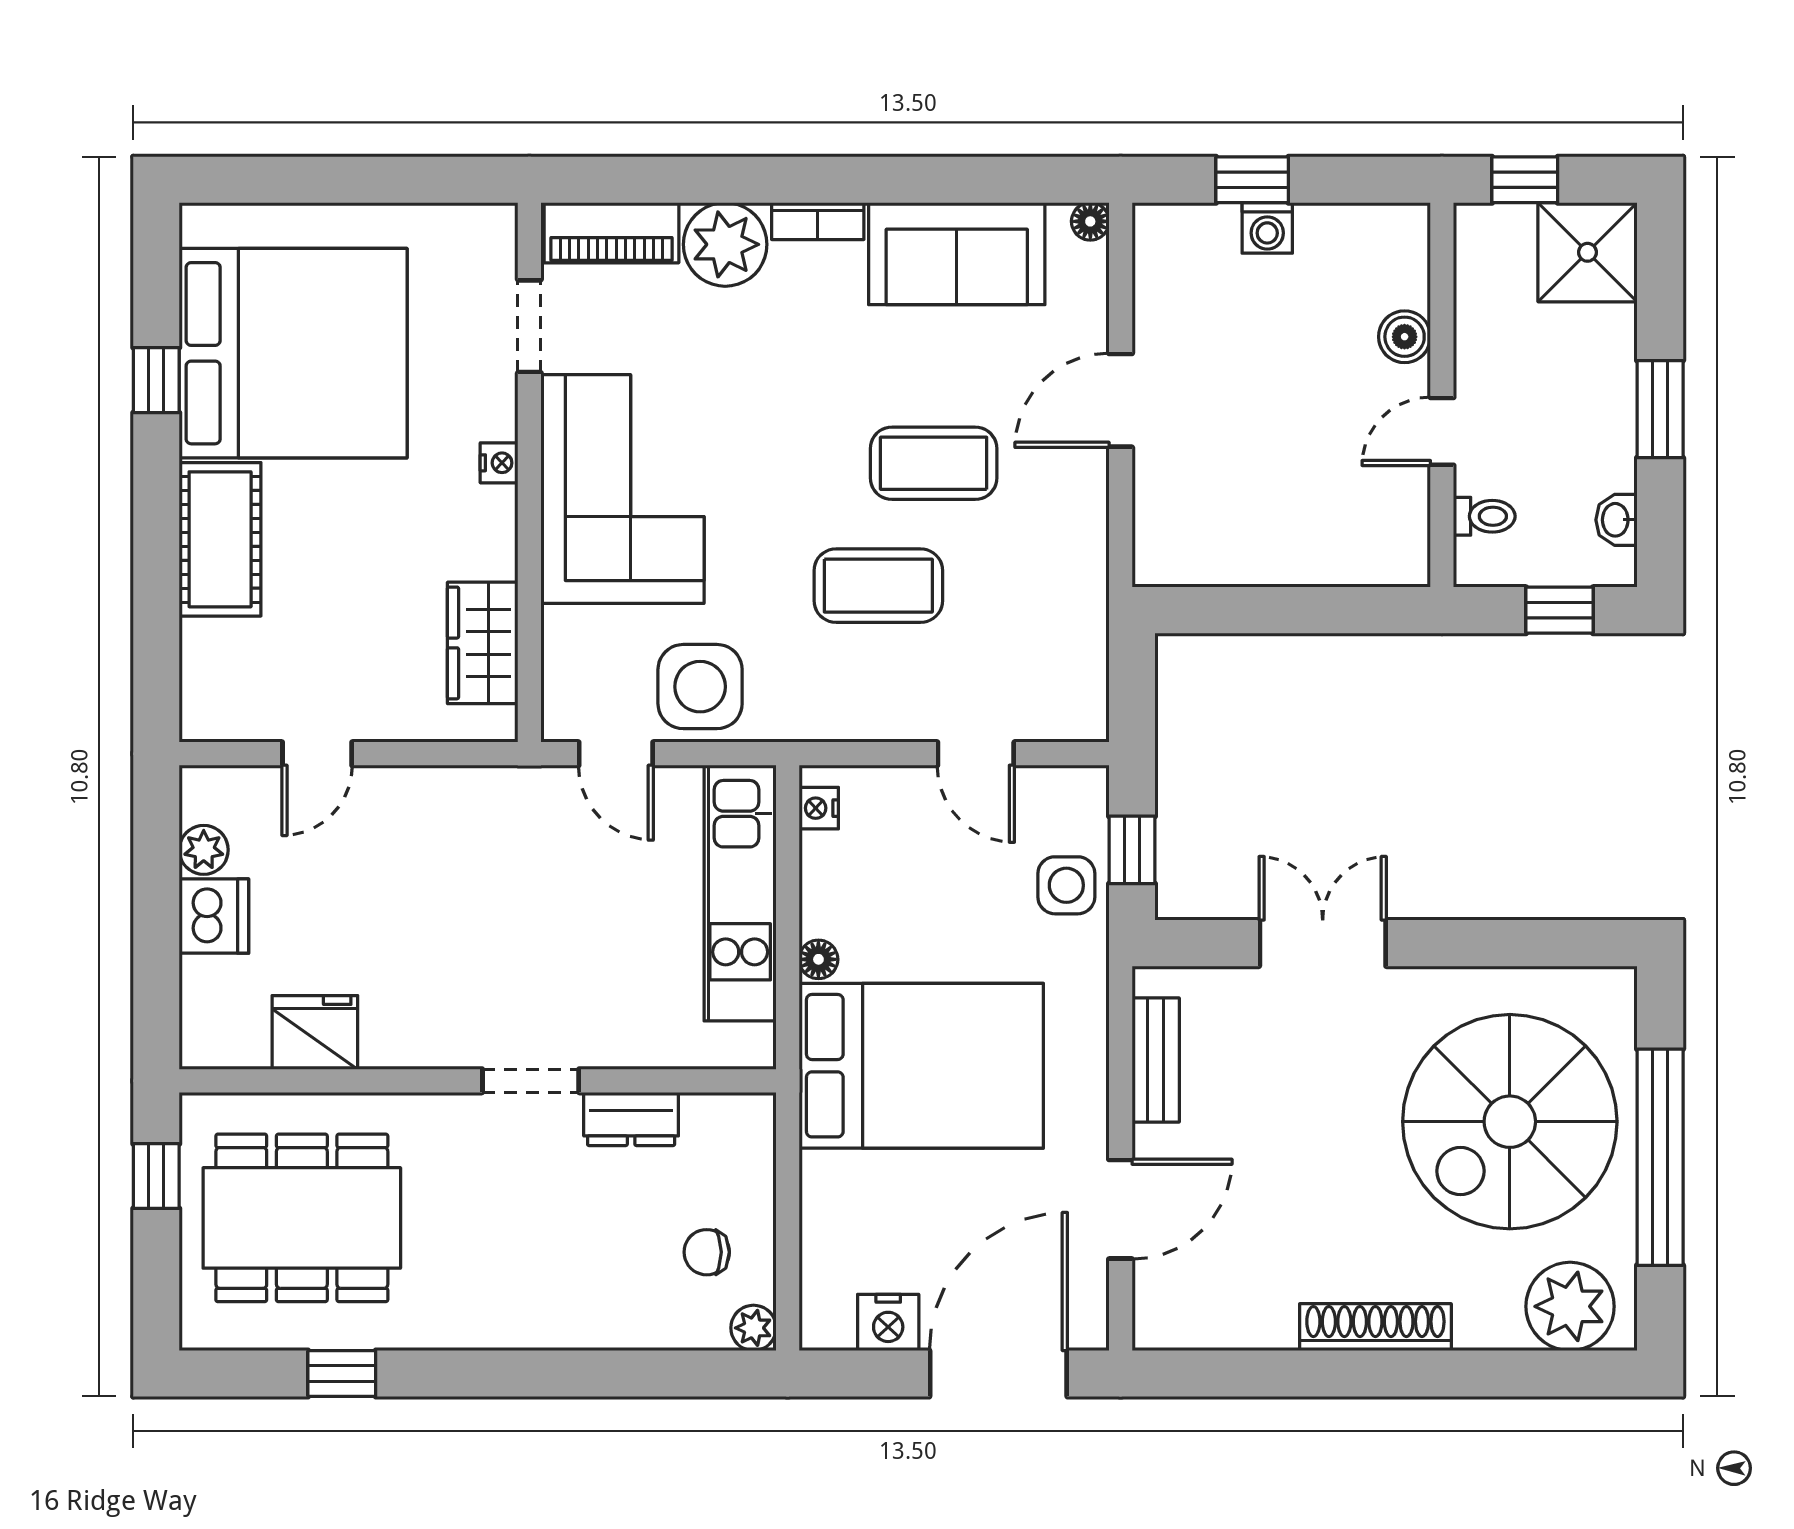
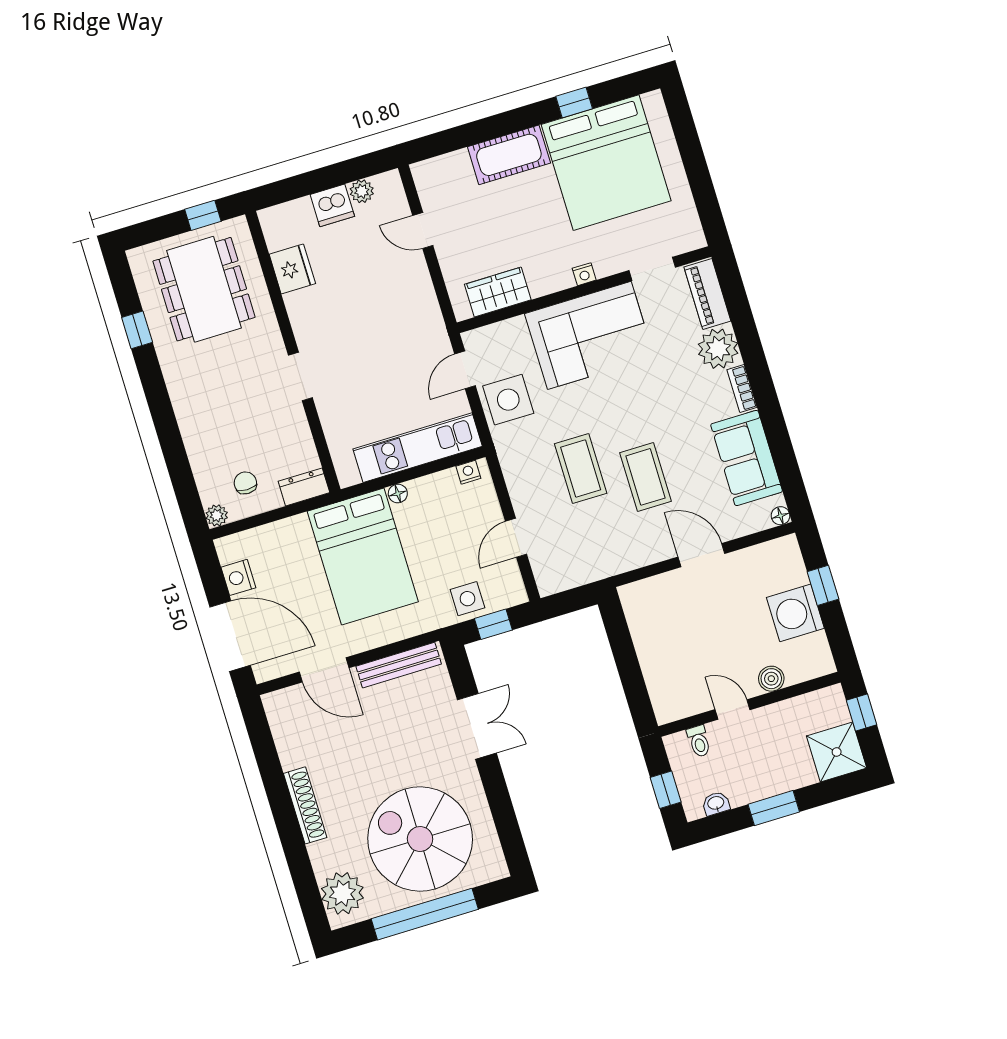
washing machine: (1267, 228) -> (795, 613), width x1.89, depth x1.89
bench: (1156, 1060) -> (399, 665), width x1.36
dresser: (631, 1119) -> (304, 487), moved, turned 90

